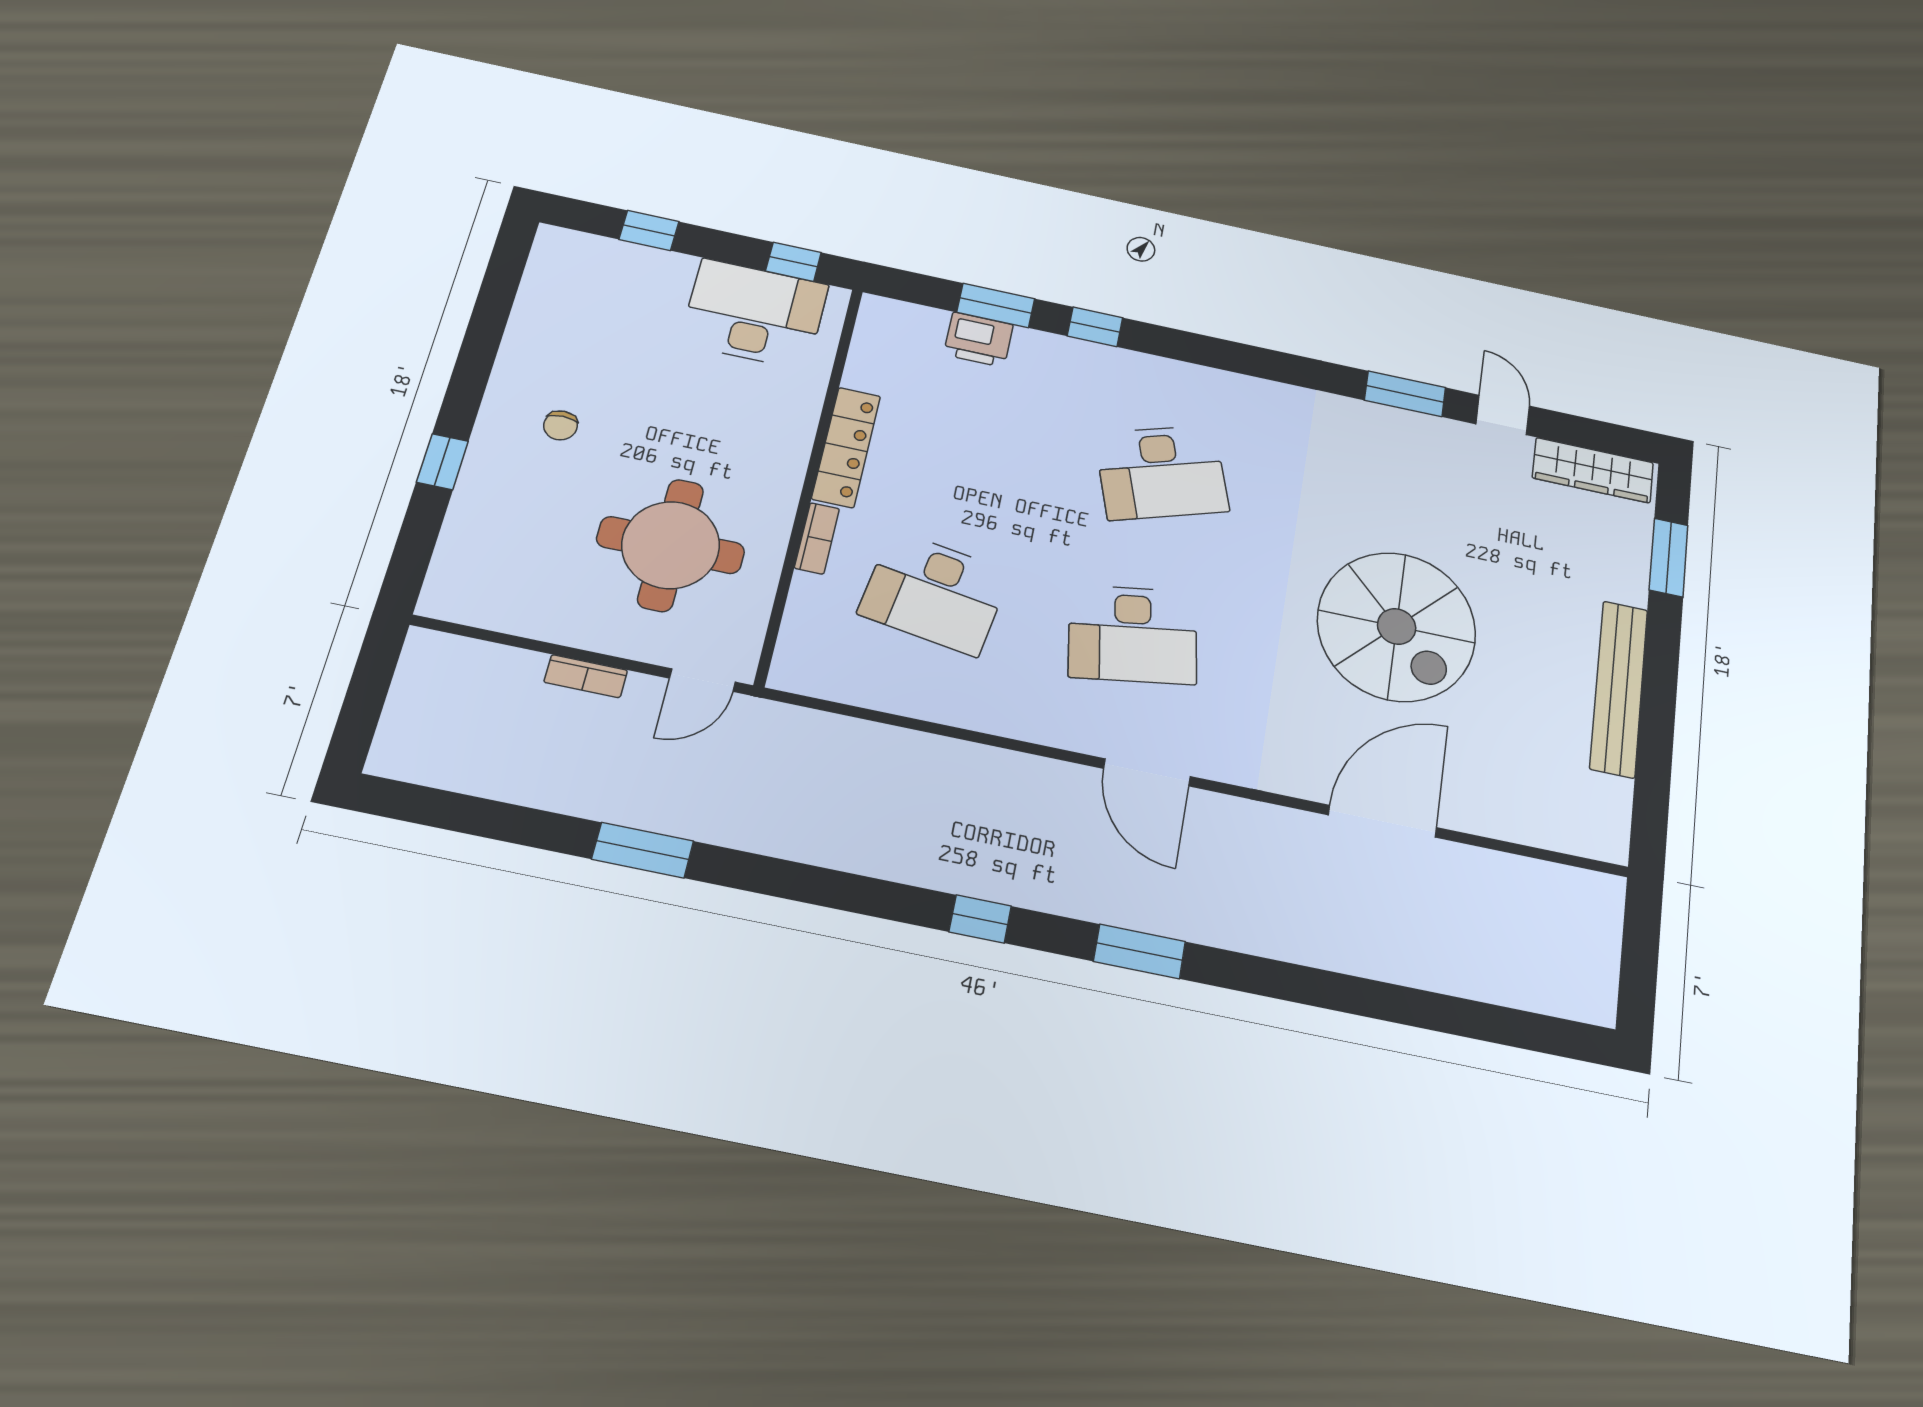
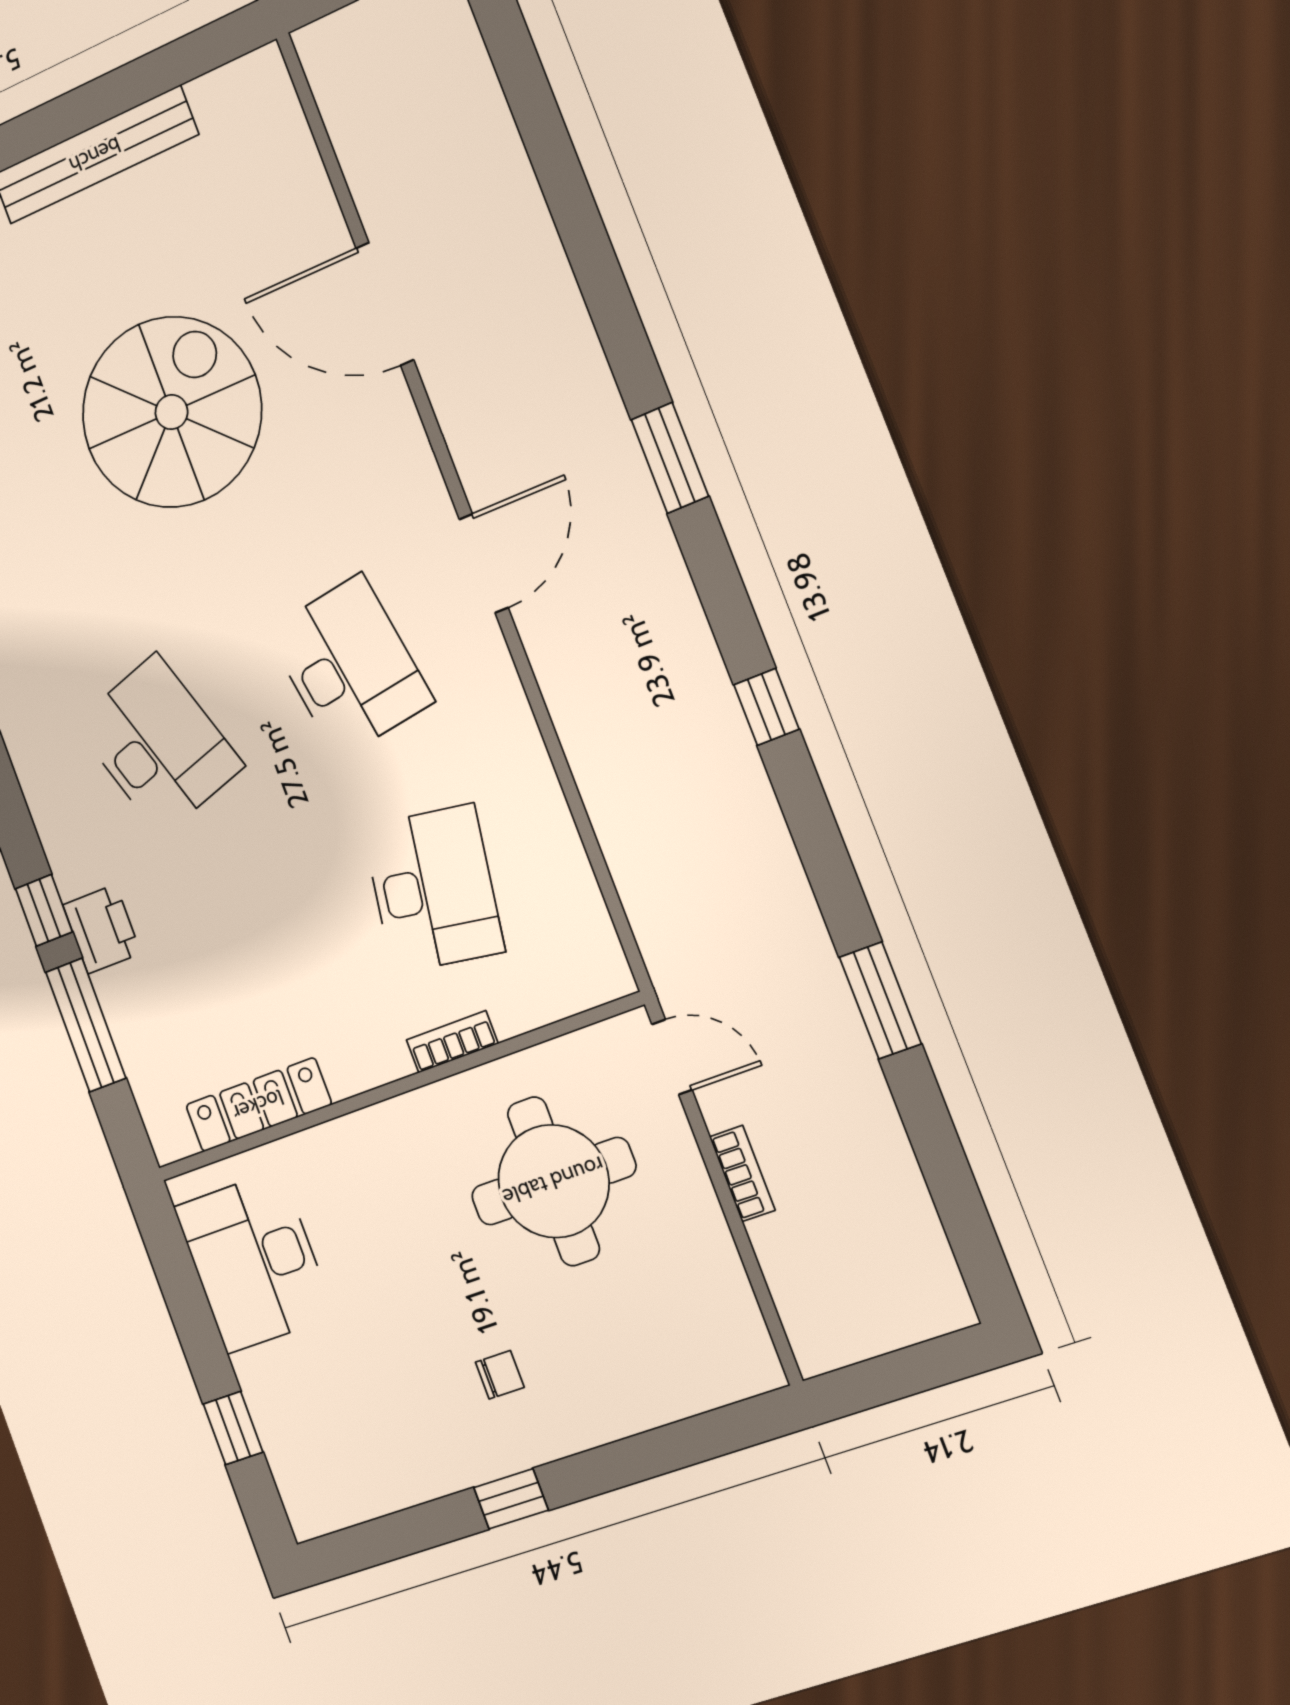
window: (793, 262) -> (172, 1260), removed
window: (996, 305) -> (86, 1025), width x1.44
printer: (978, 340) -> (102, 929), moved
locker: (846, 447) -> (258, 1105), moved
window: (442, 462) -> (511, 1499), moved
window: (980, 919) -> (766, 707), moved

